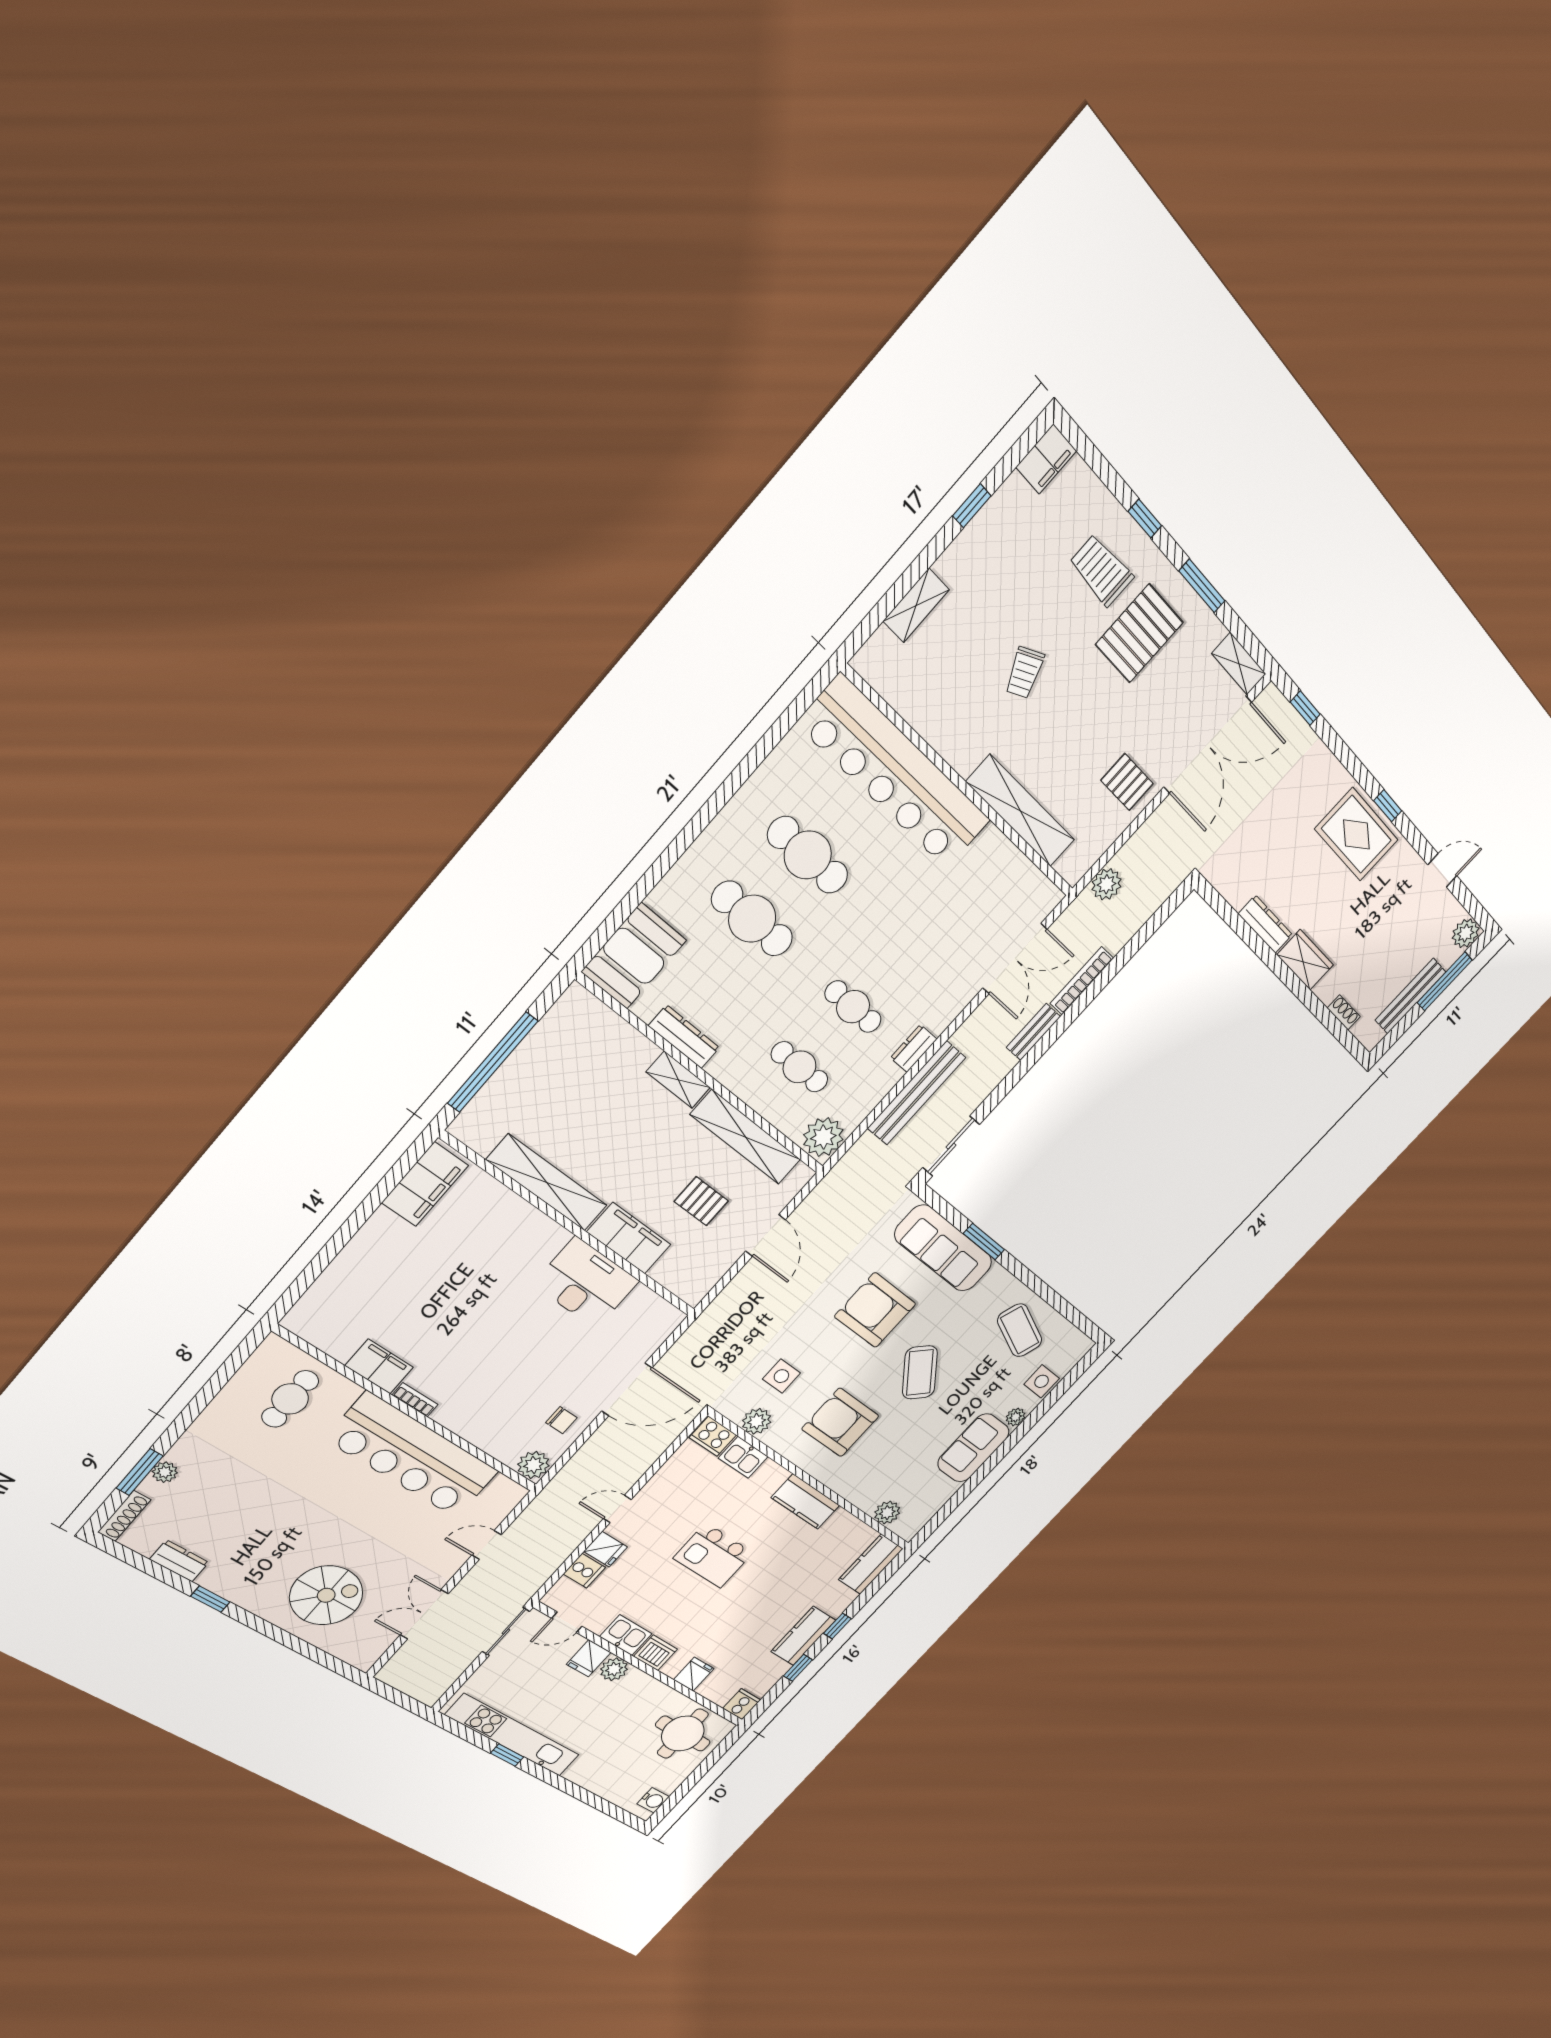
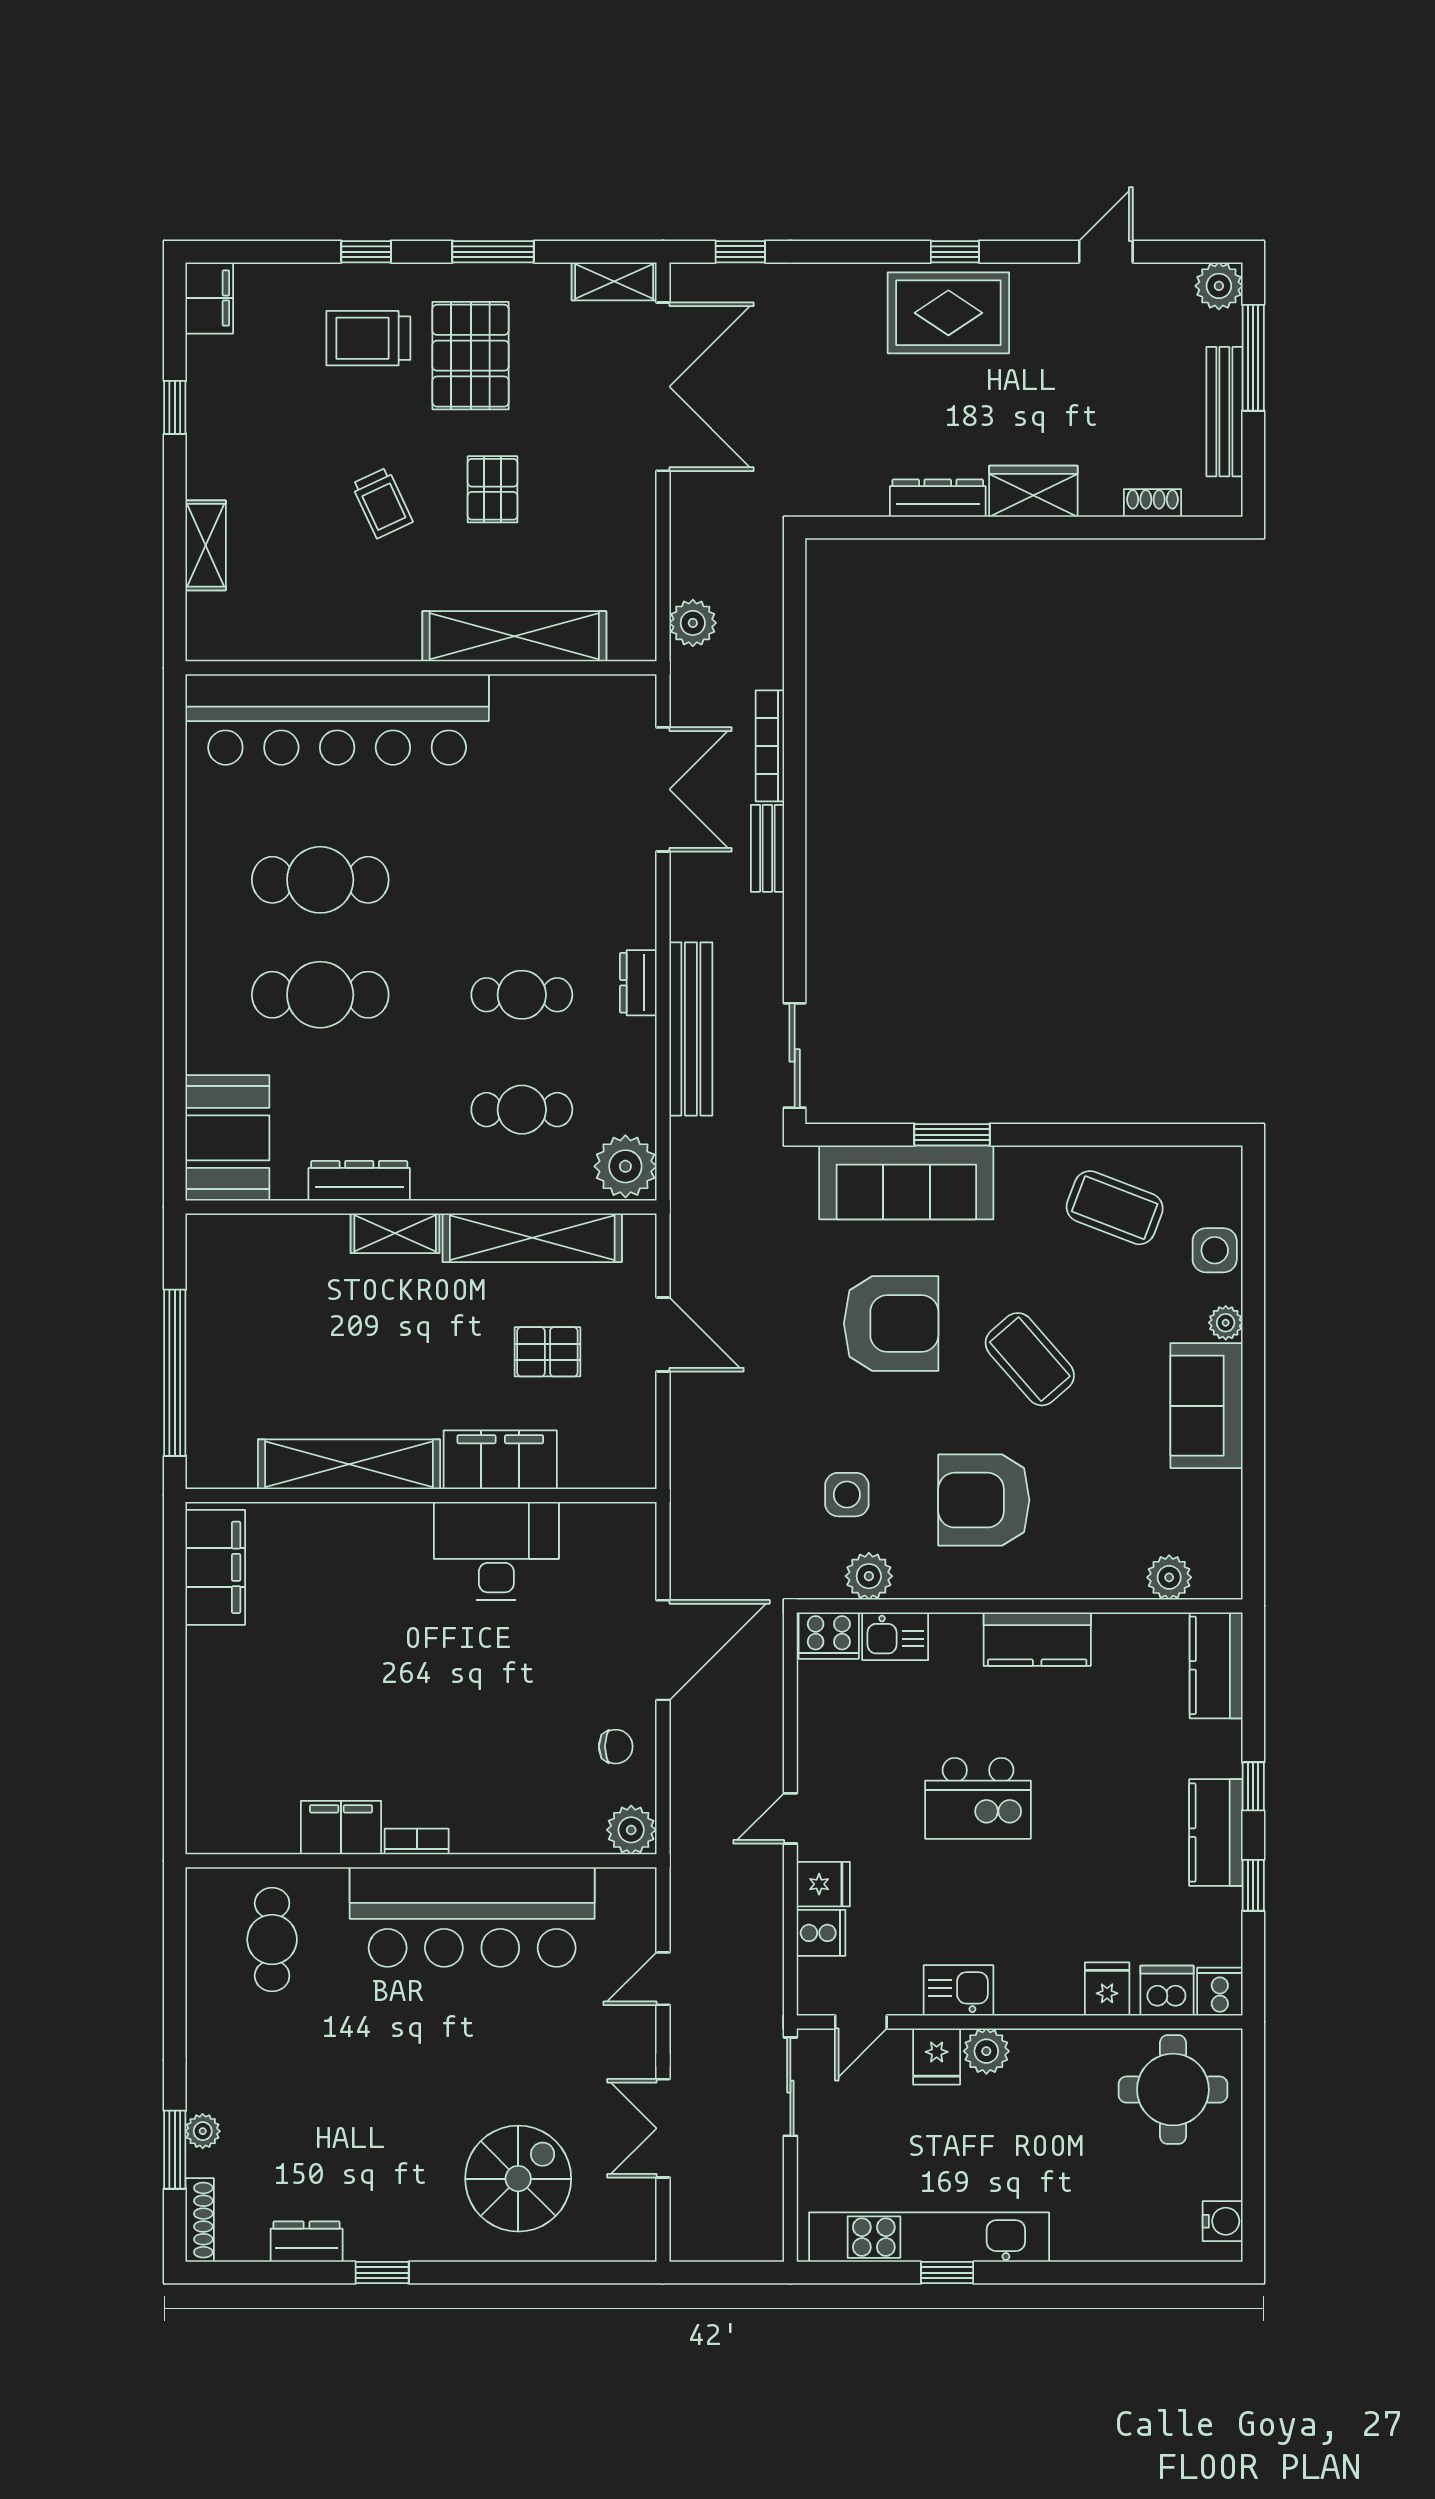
pallet: (1127, 782) -> (493, 489), moved, turned 90
armchair: (875, 1310) -> (891, 1324), turned 180
dishwasher: (655, 1653) -> (1167, 1991), moved

